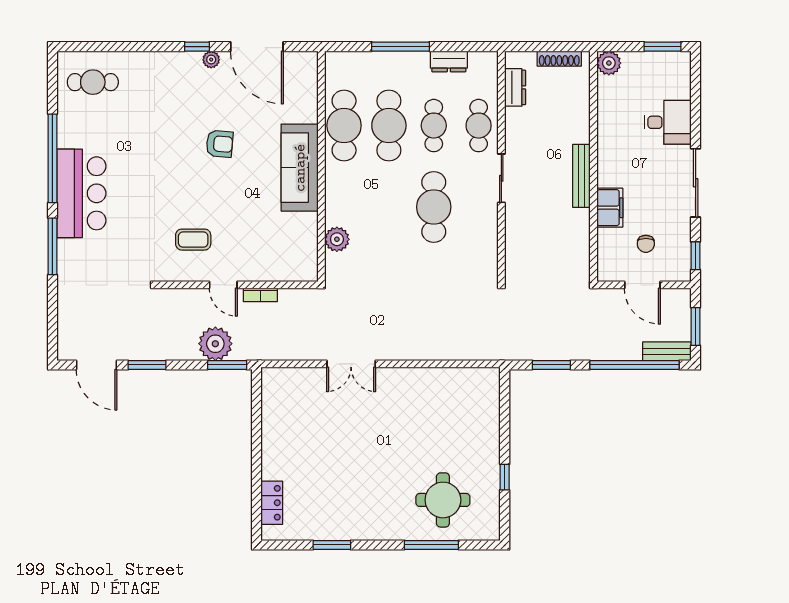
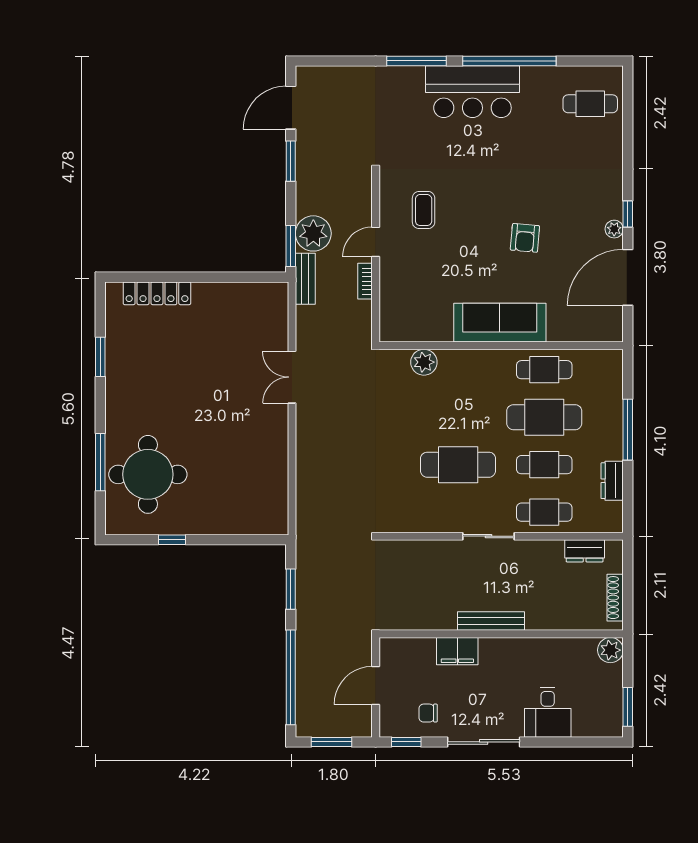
cafe table: (93, 82) -> (590, 104), turned 90
cafe table: (344, 126) -> (544, 370), width x0.73, depth x0.74
chair: (646, 244) -> (428, 713), moved
bench: (667, 351) -> (305, 279), moved
round table: (443, 500) -> (148, 474), width x1.36, depth x1.36
locker: (272, 503) -> (157, 293), width x1.53

